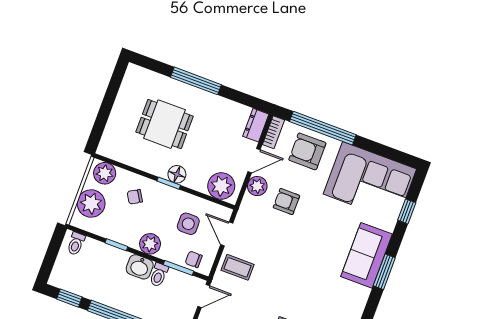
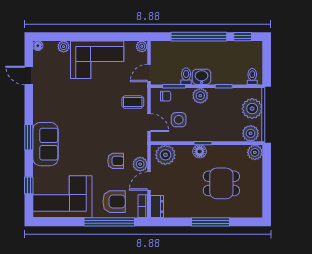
plant: (108, 147) -> (255, 152), added
chair: (135, 197) -> (223, 125), removed

